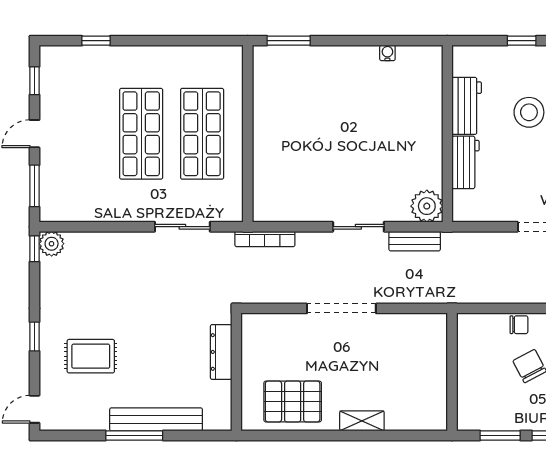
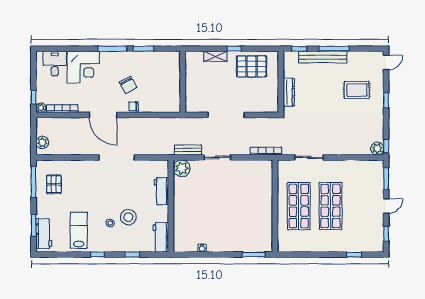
workbench: (467, 106) -> (161, 237), moved
wall: (452, 372) -> (183, 82), moved
window: (201, 435) -> (299, 49), added
window: (326, 435) -> (234, 49), added

